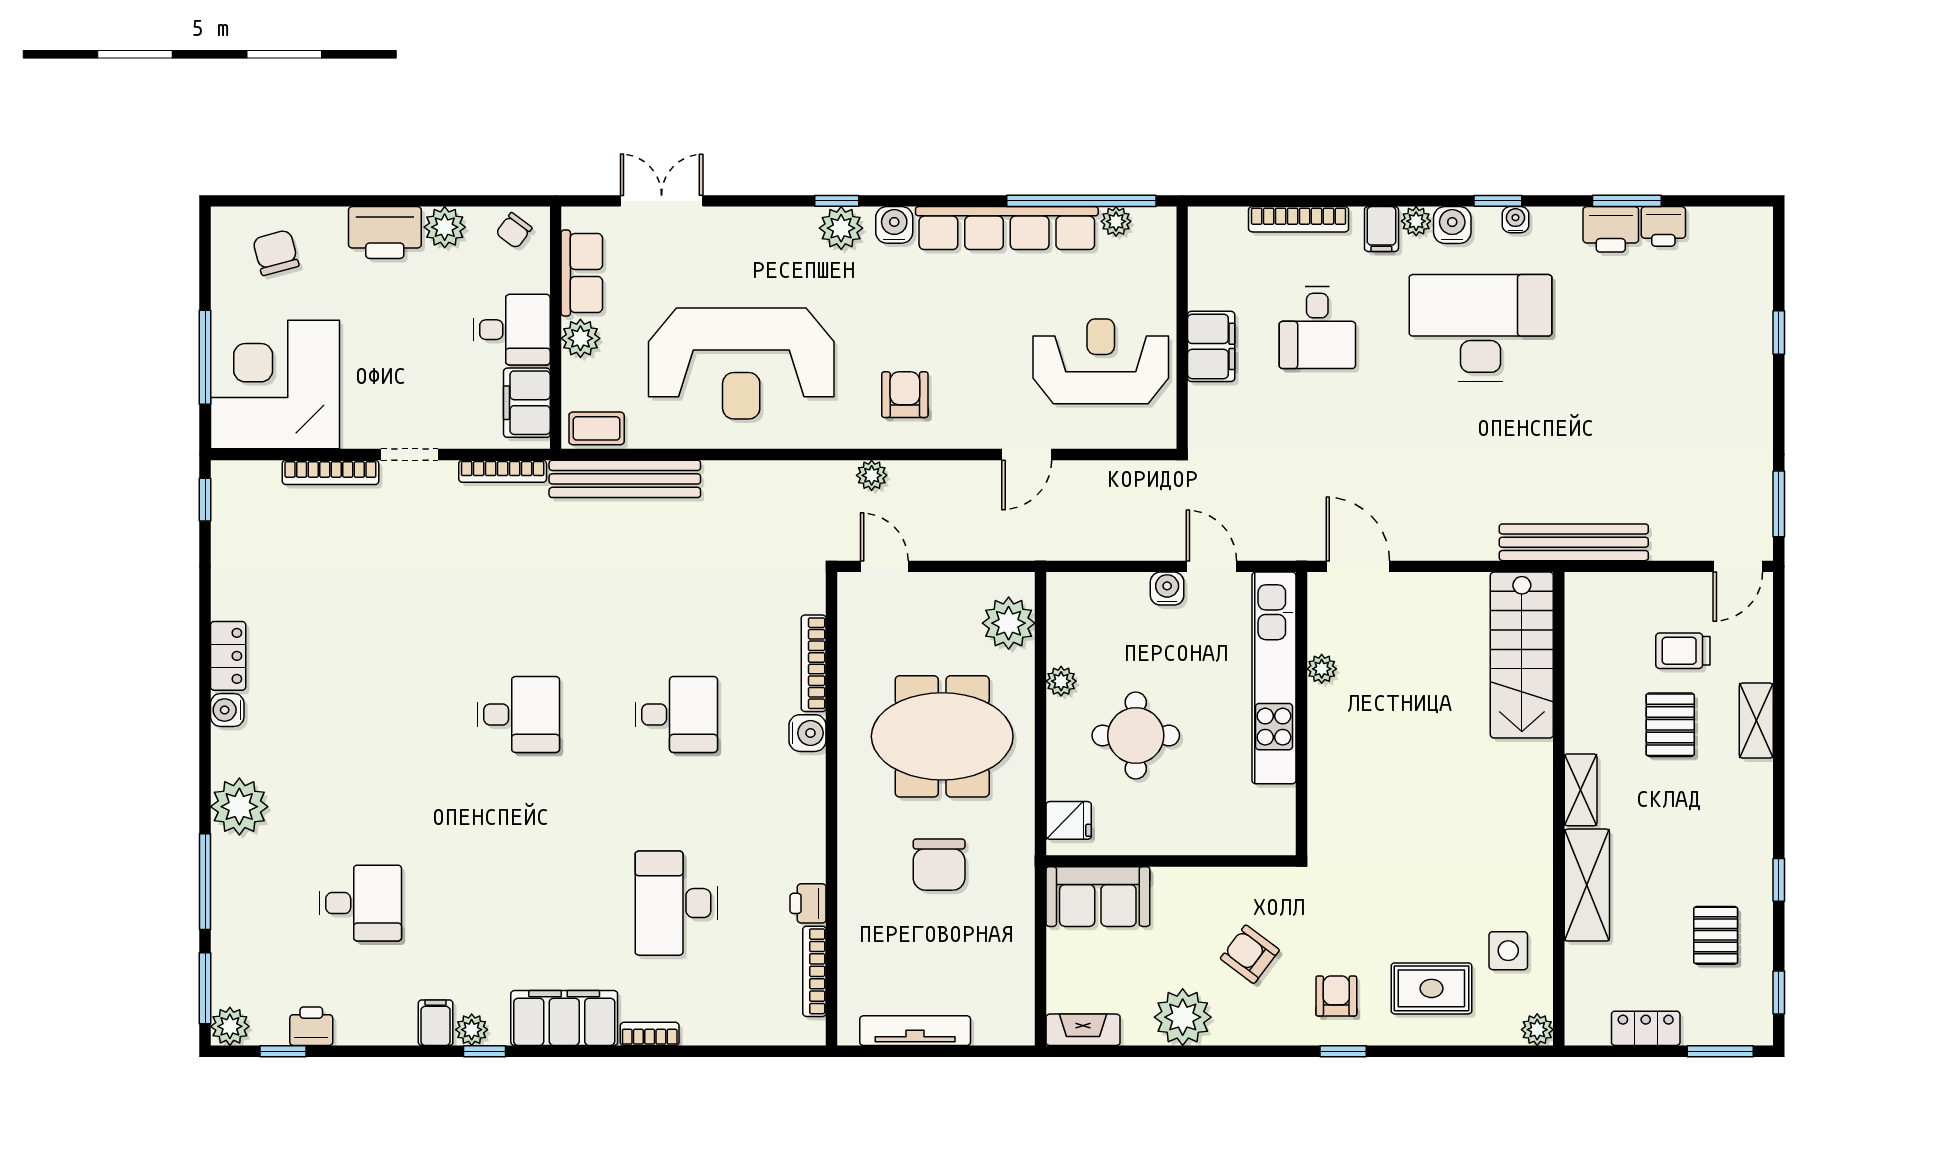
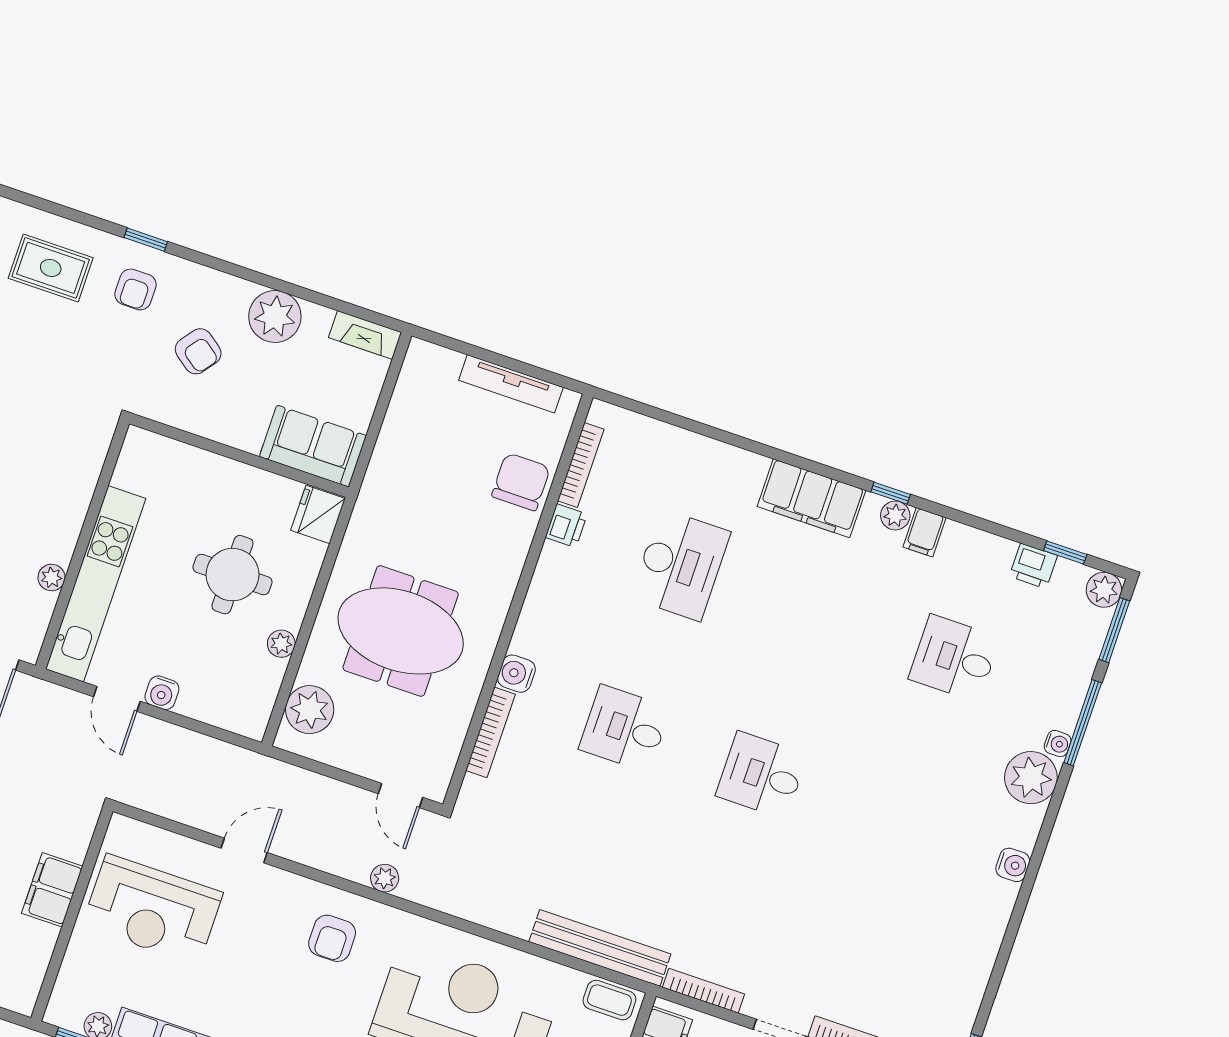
locker: (228, 656) -> (996, 912), removed
fridge: (1069, 820) -> (318, 514), width x1.38
water cooler: (224, 851) -> (1058, 744), added
chair: (939, 865) -> (521, 482), moved
bookcase: (650, 1034) -> (742, 459), removed

